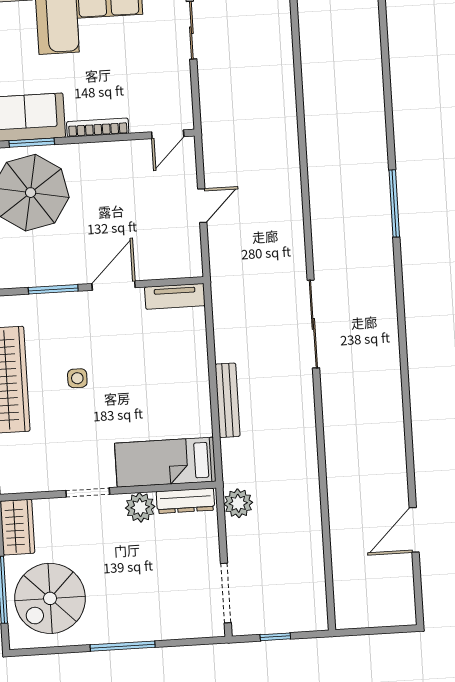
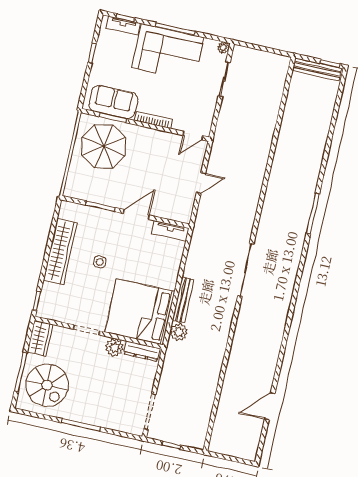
bed: (165, 462) -> (140, 312), width x2.04
plant: (238, 503) -> (179, 332), moved
spiral stairs: (50, 598) -> (47, 385), turned -90

